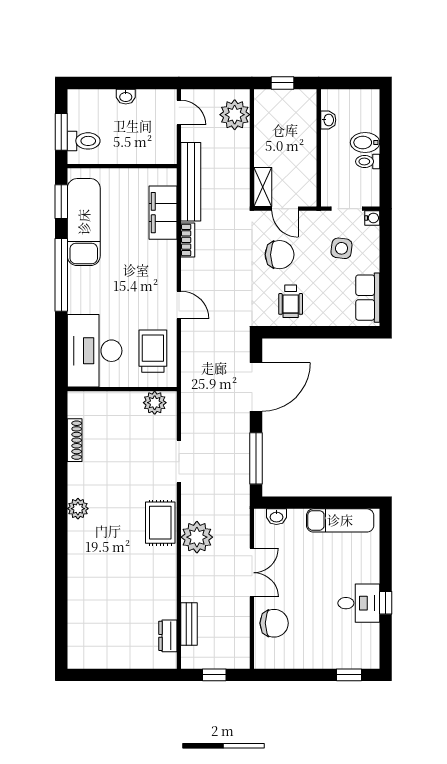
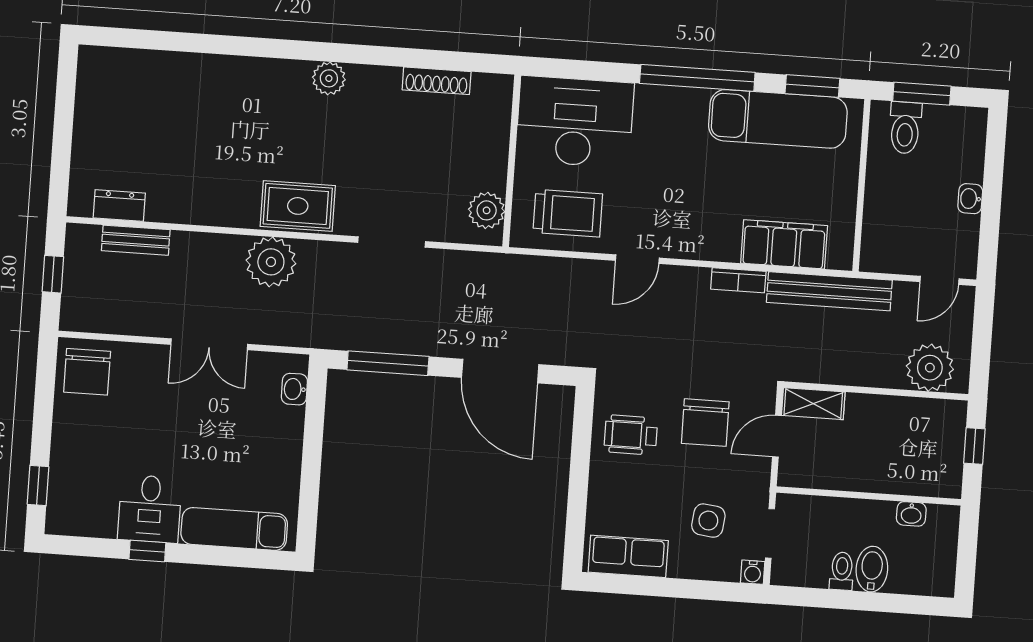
exam couch: (340, 520) -> (234, 529), moved, turned 90
chair: (274, 623) -> (87, 372), moved

